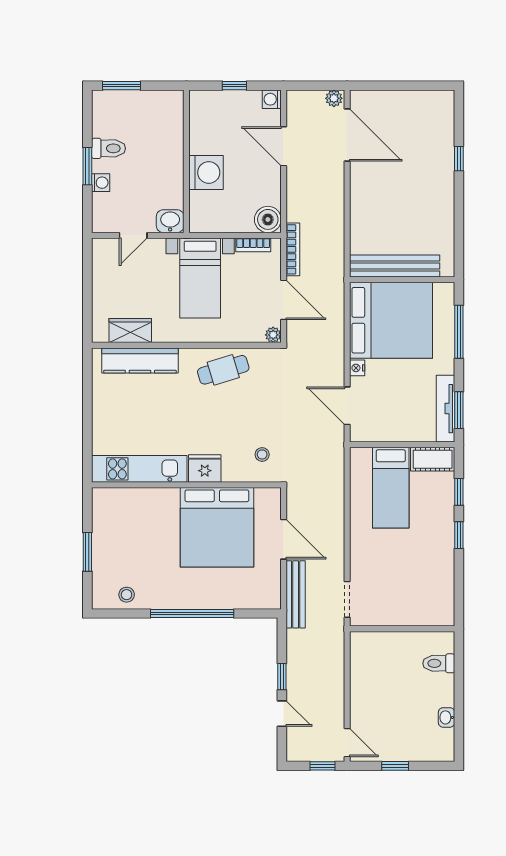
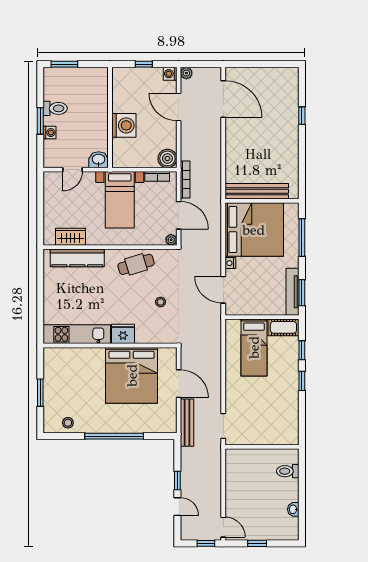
plant: (334, 98) -> (186, 73), moved
stool: (262, 454) -> (161, 302), moved

